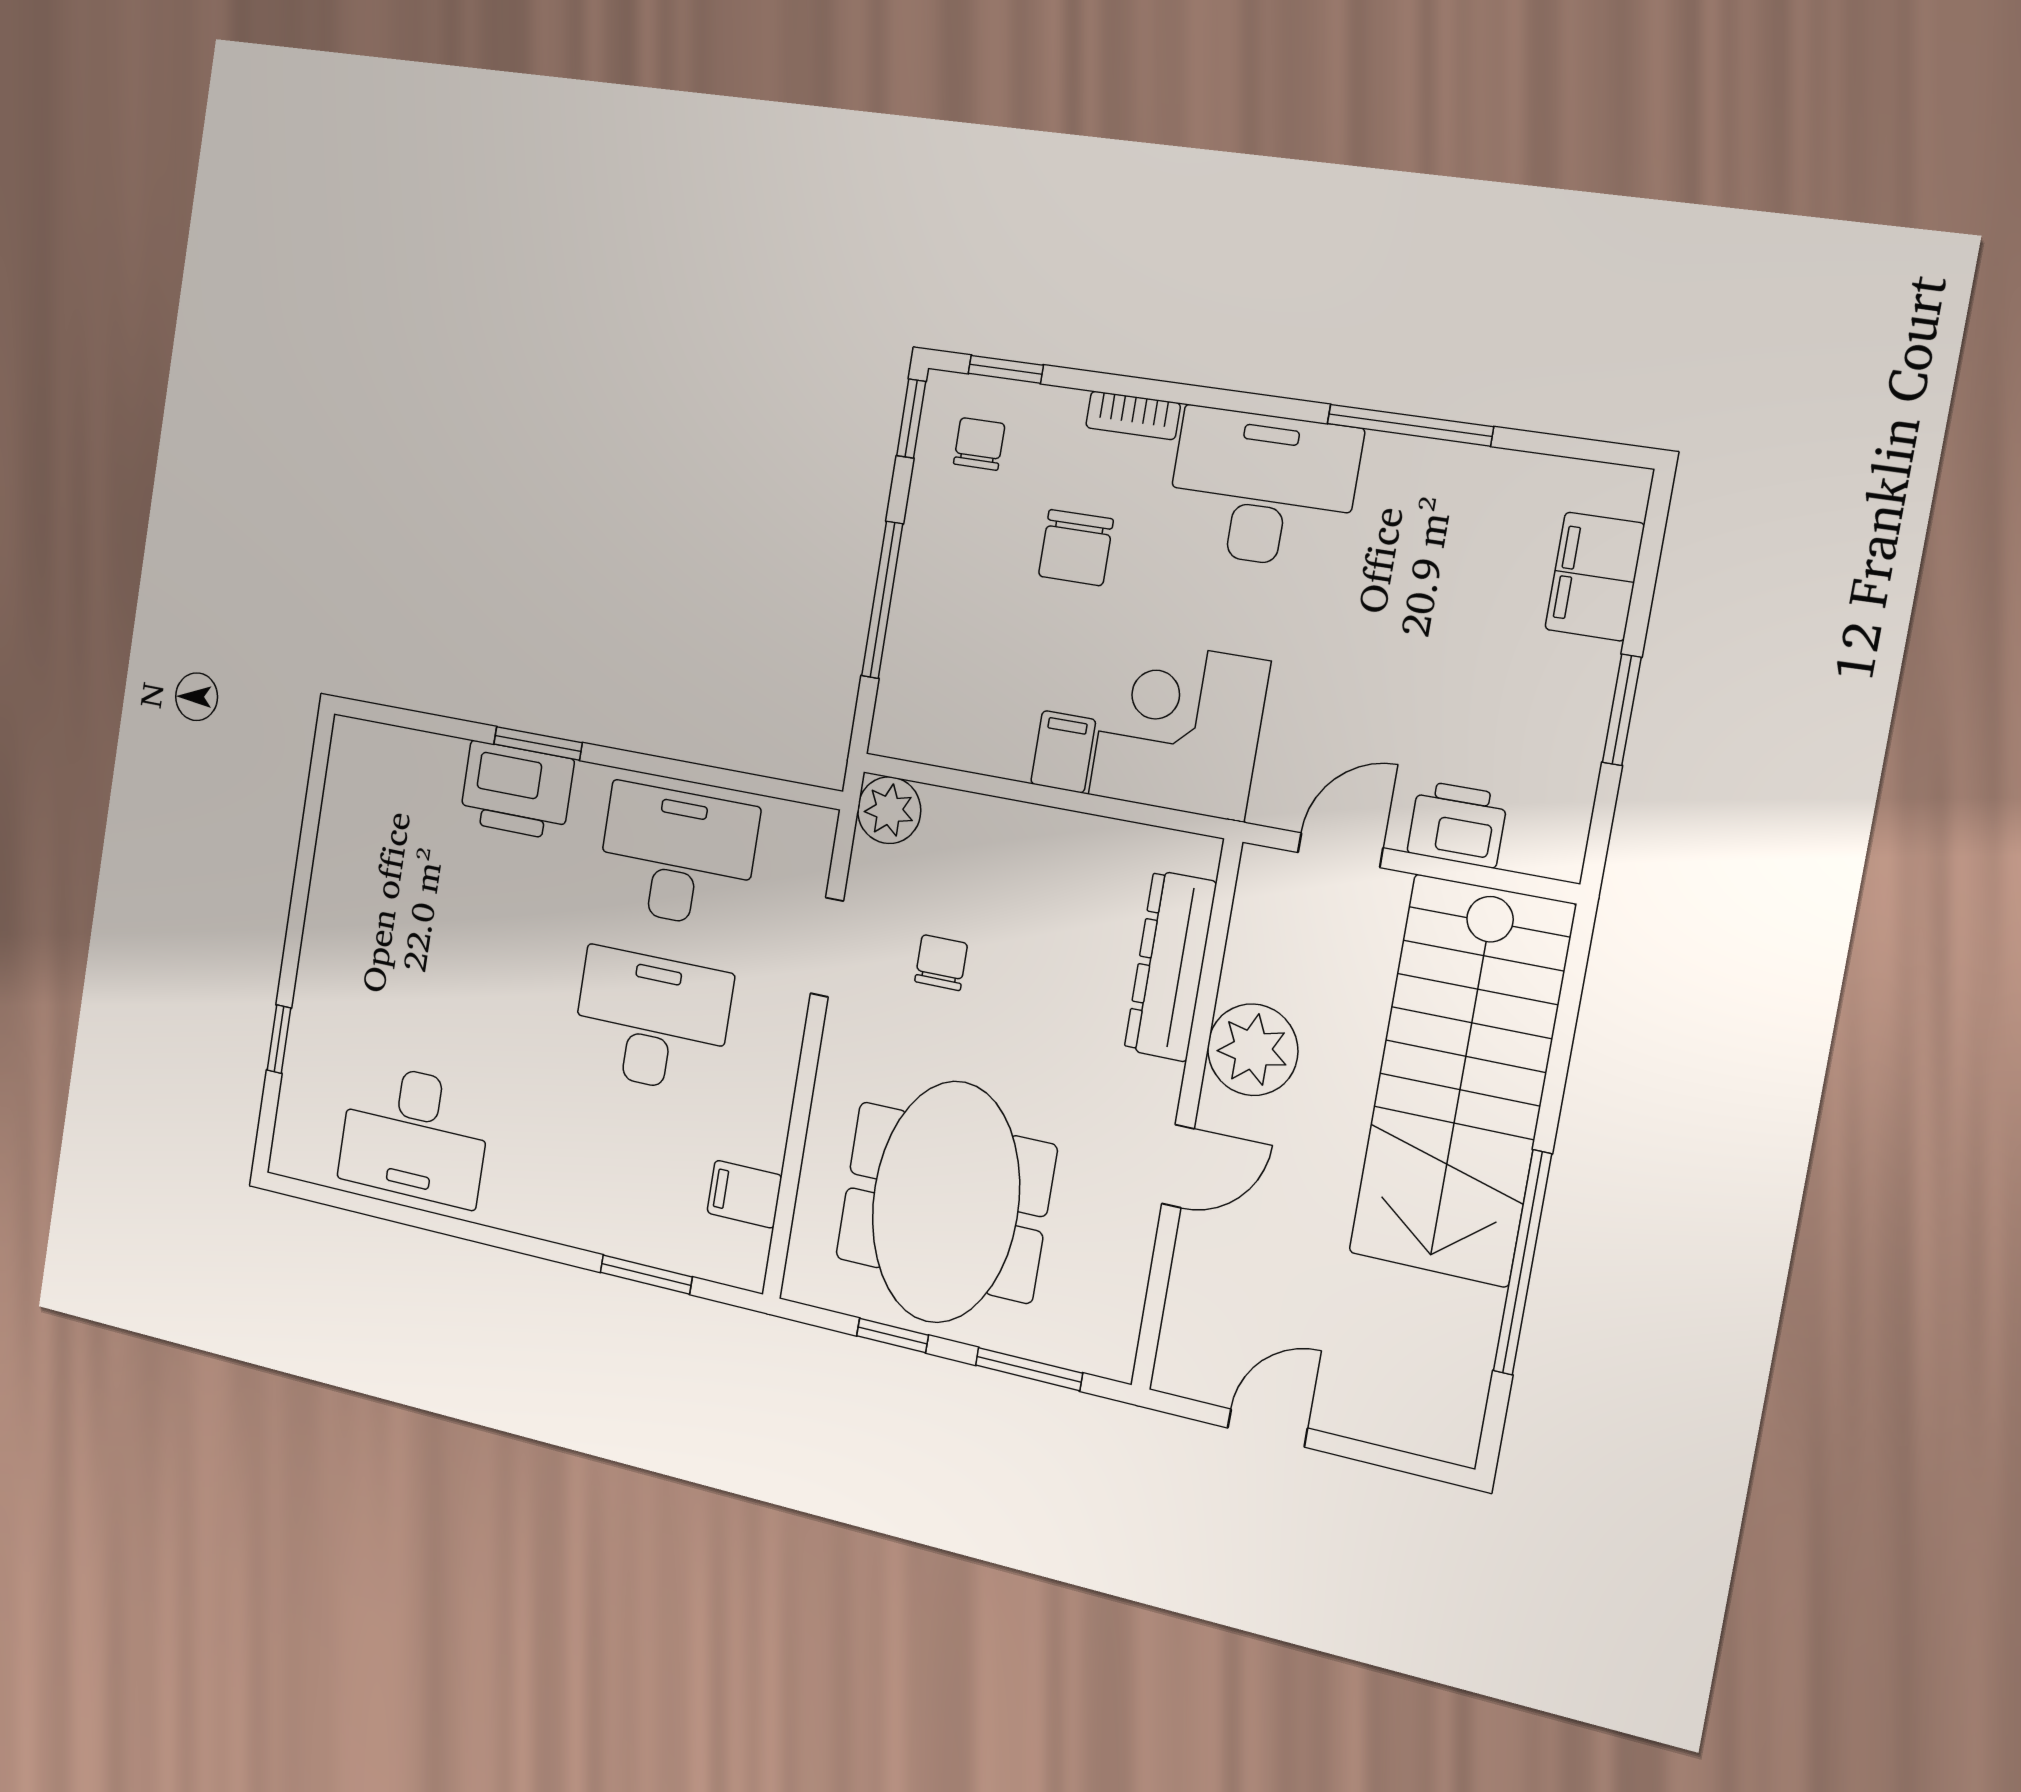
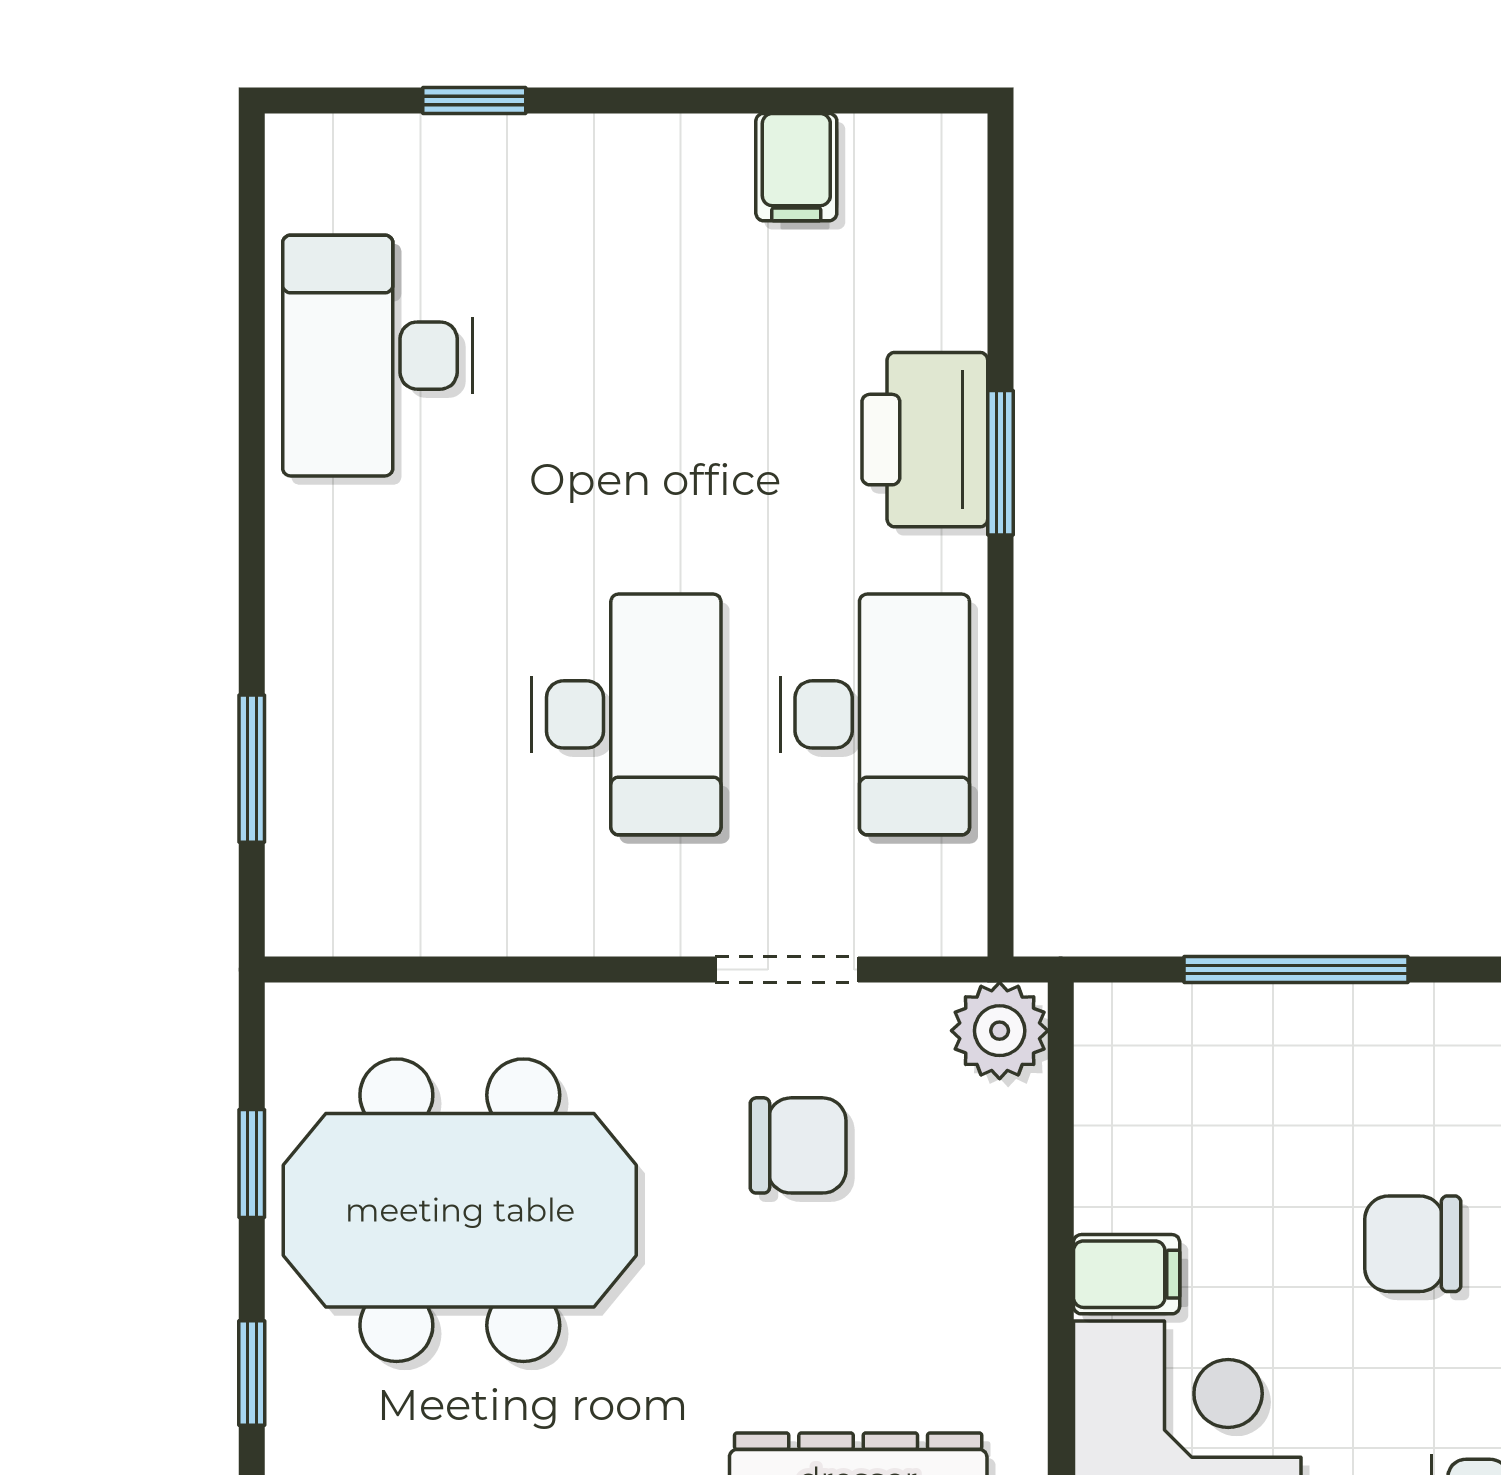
chair: (941, 963) -> (798, 1145), width x1.37, depth x1.37
filing cabinet: (744, 1194) -> (796, 167), moved, turned 180
window: (1029, 1369) -> (252, 1373), width x0.67

